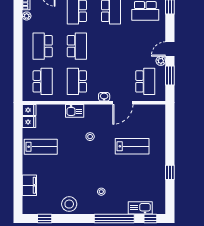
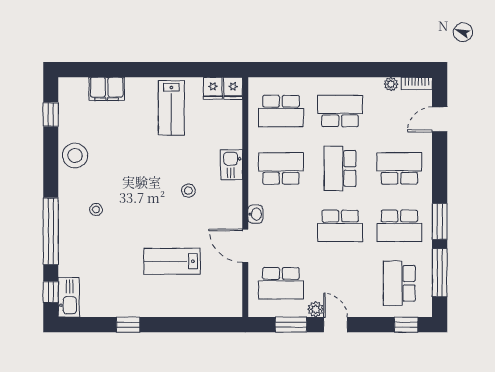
school desk: (77, 46) -> (340, 168), turned 90
school desk: (111, 46) -> (340, 226), added
lab bench: (132, 146) -> (172, 261), turned 90
kitchen sink: (140, 208) -> (69, 297), moved

